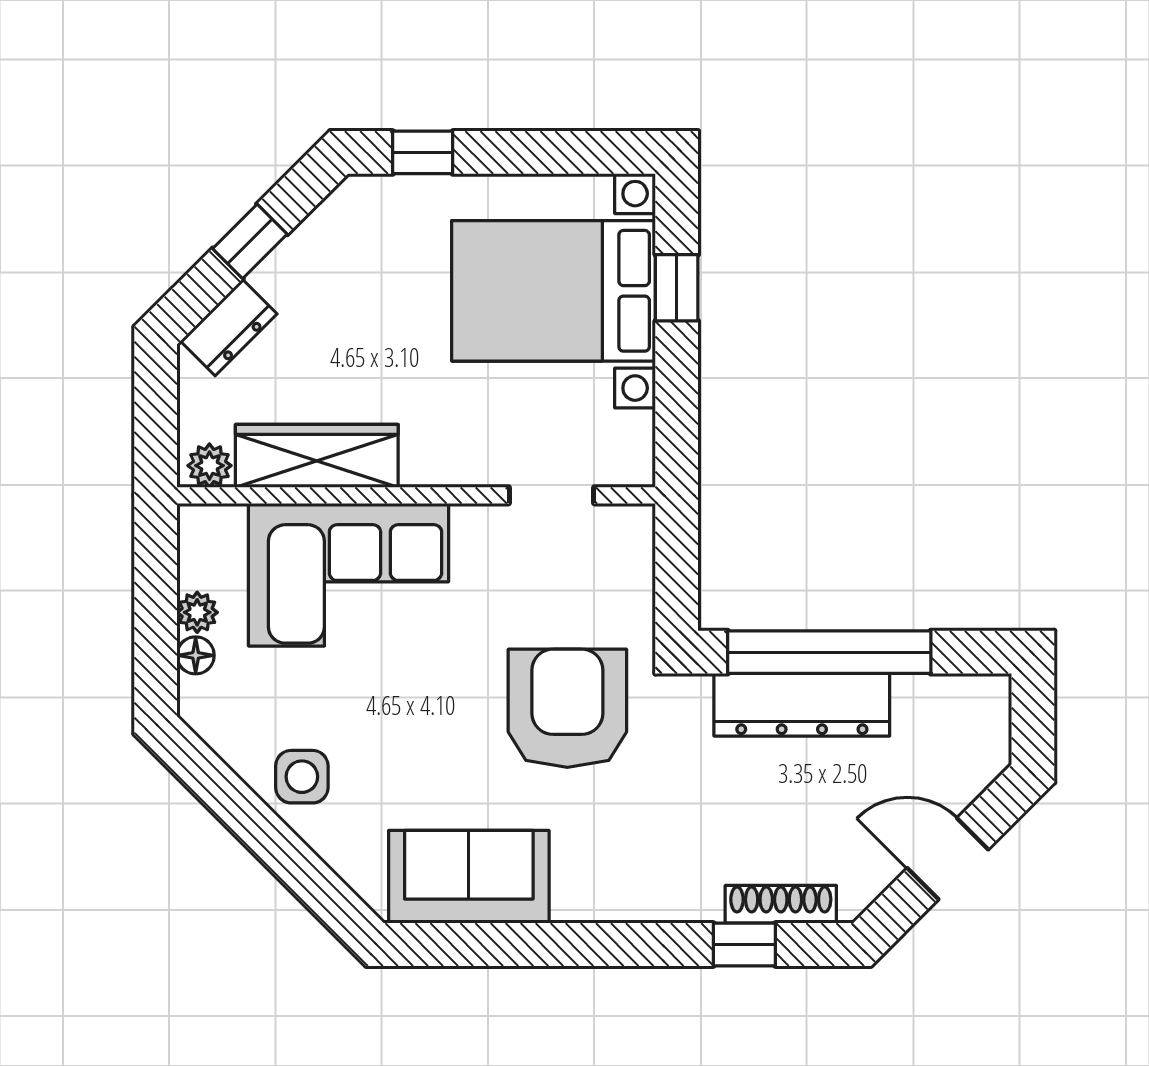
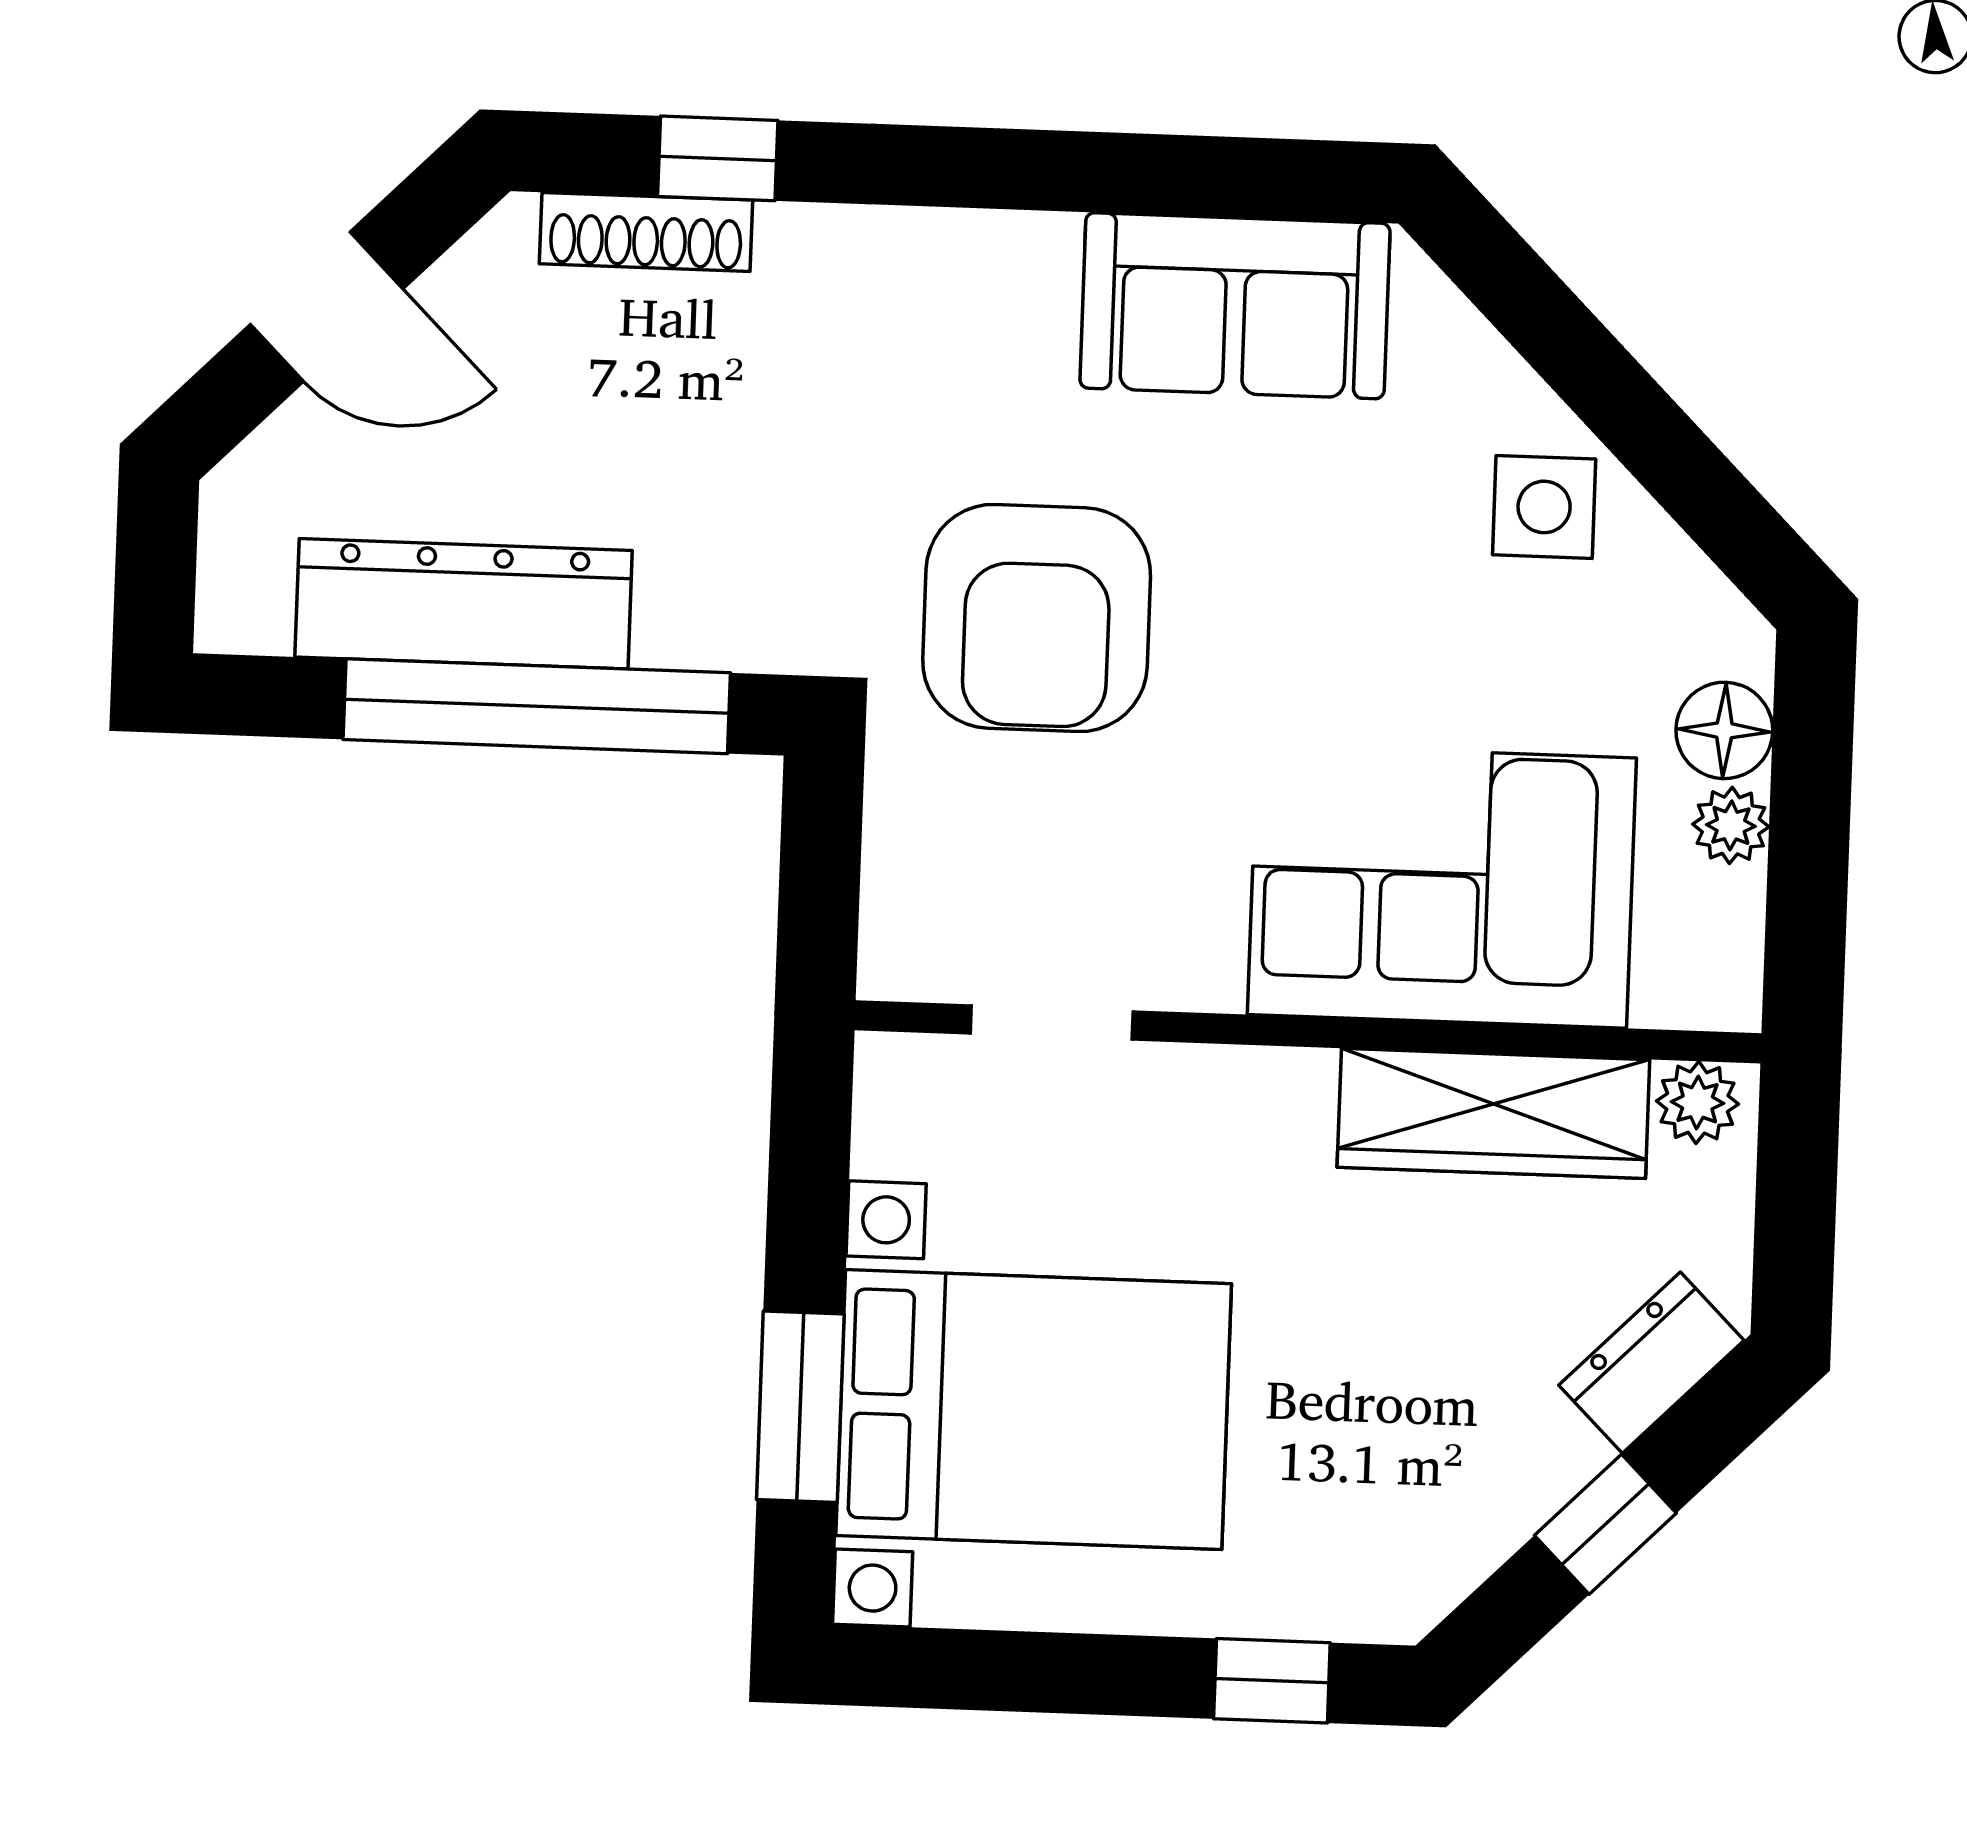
window: (677, 288) -> (800, 1407), width x1.50
floor lamp: (196, 655) -> (1724, 730), width x1.37, depth x1.37
dresser: (802, 705) -> (464, 604), moved

